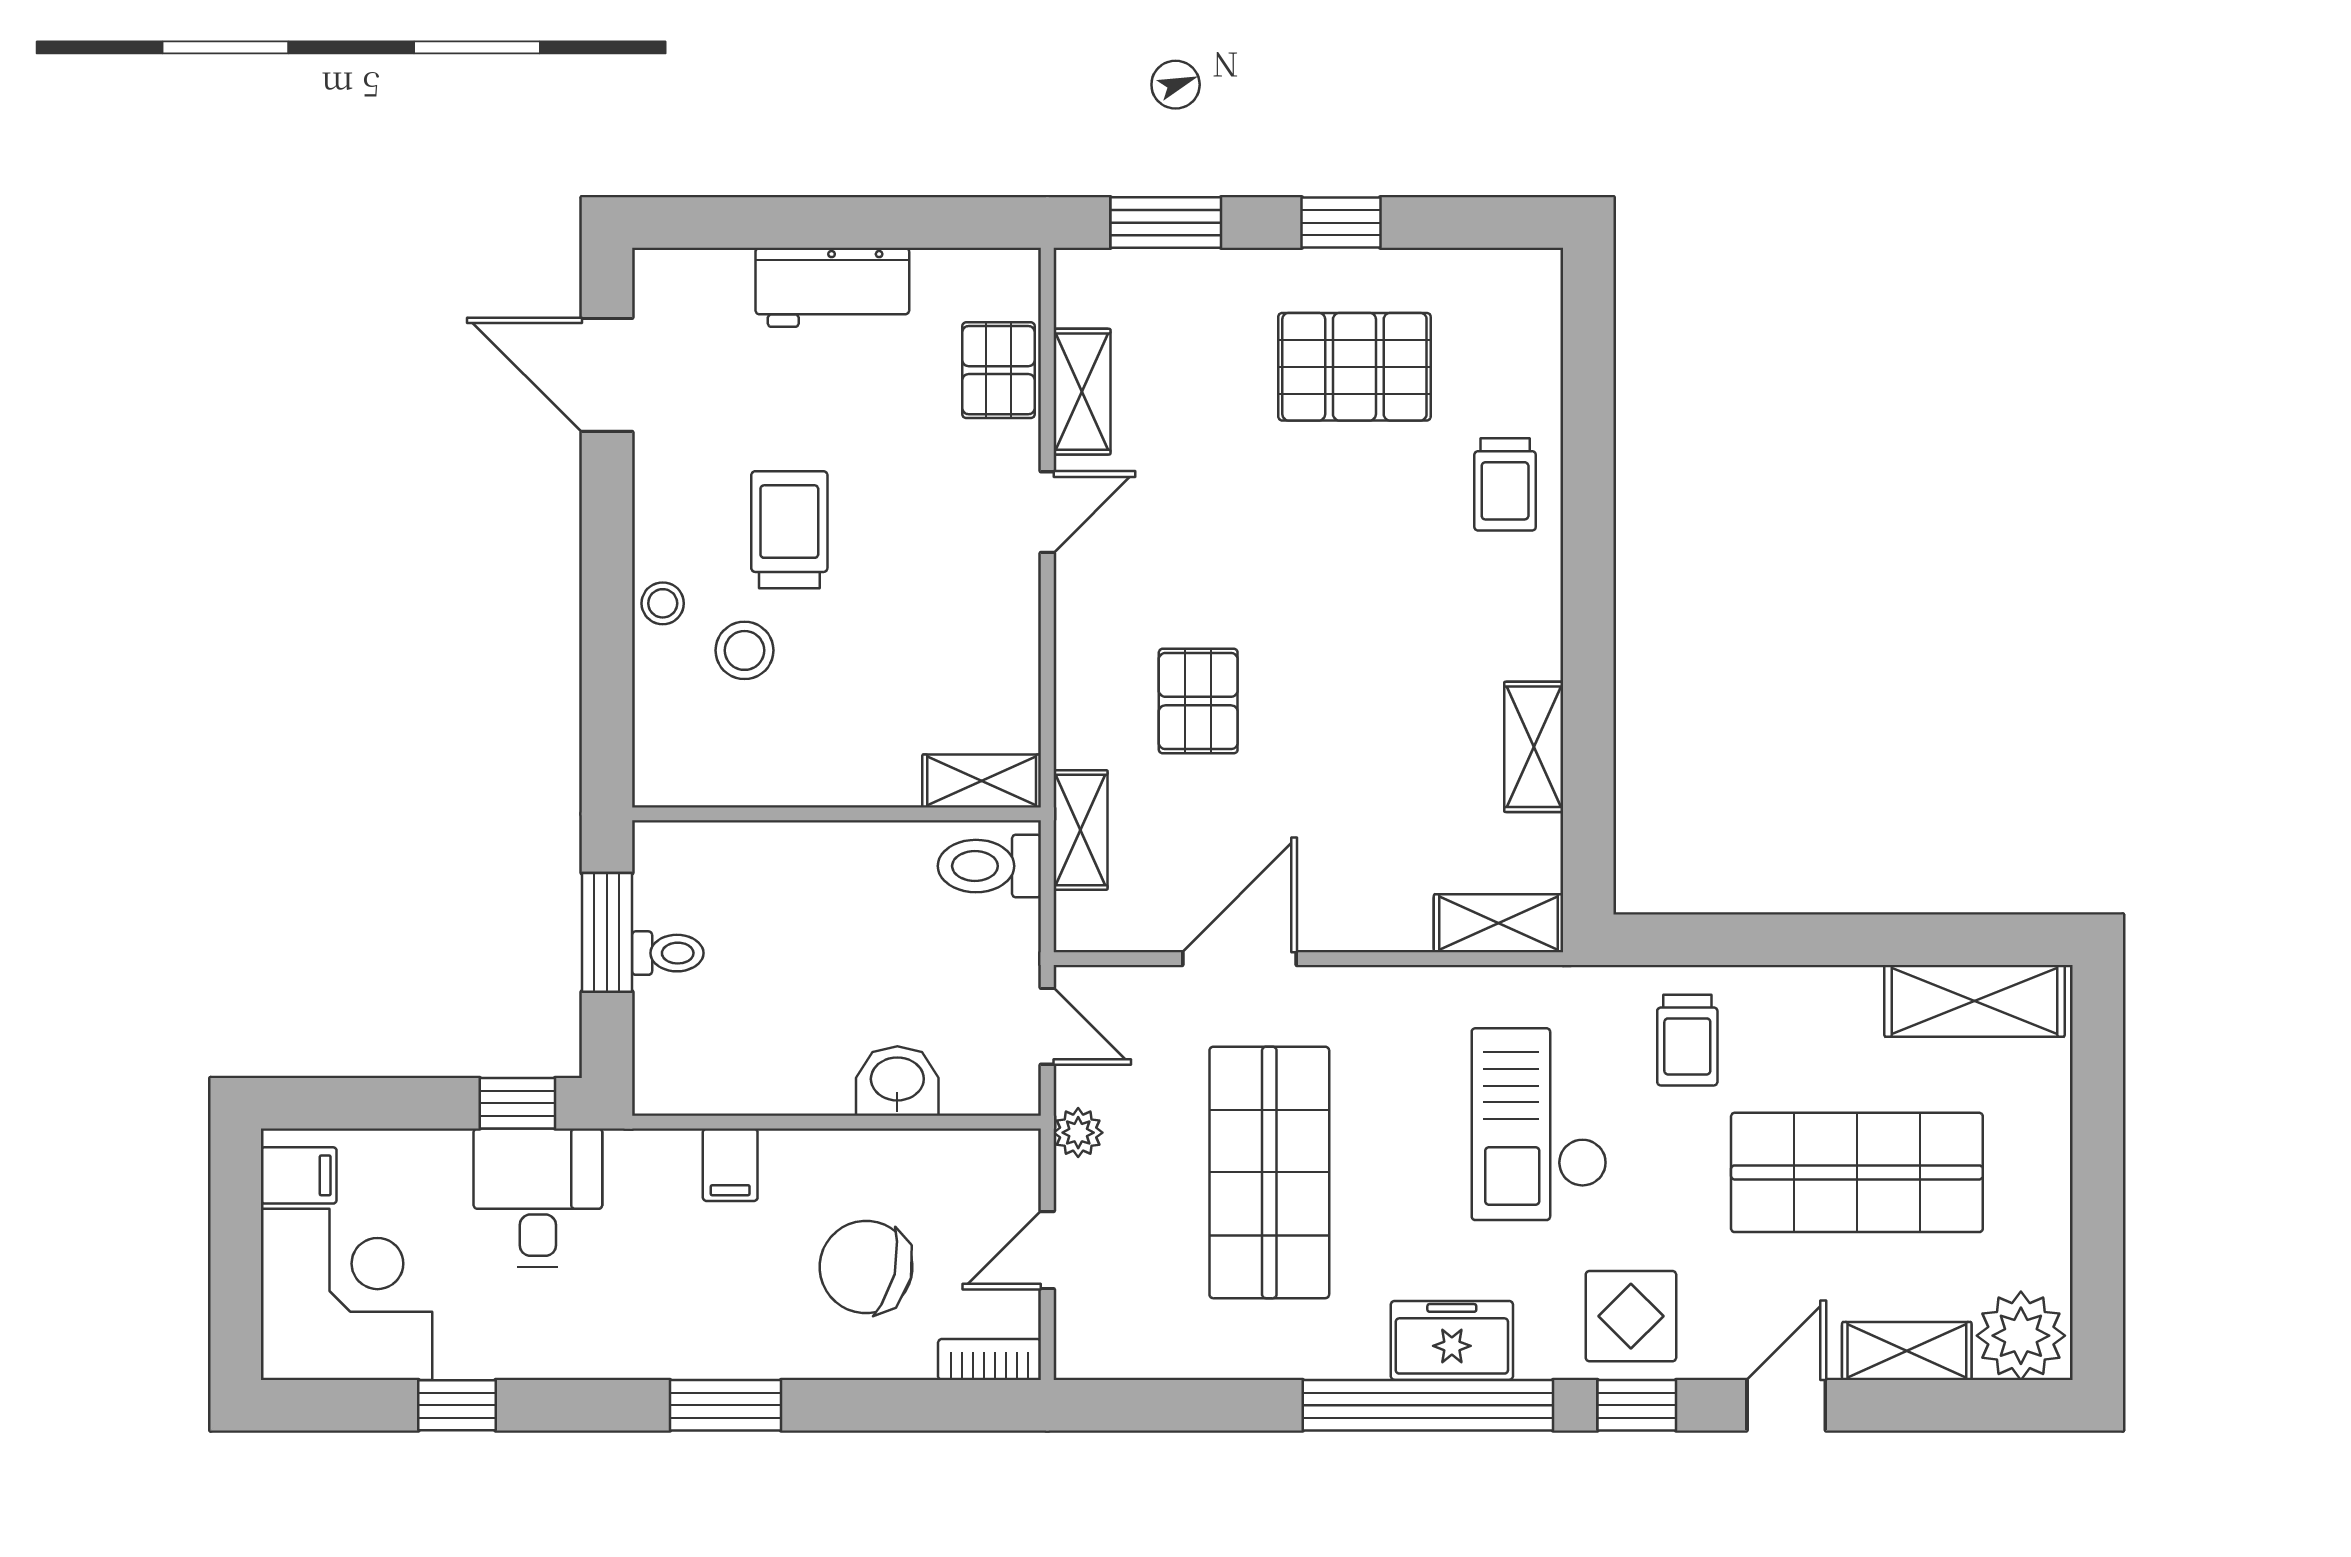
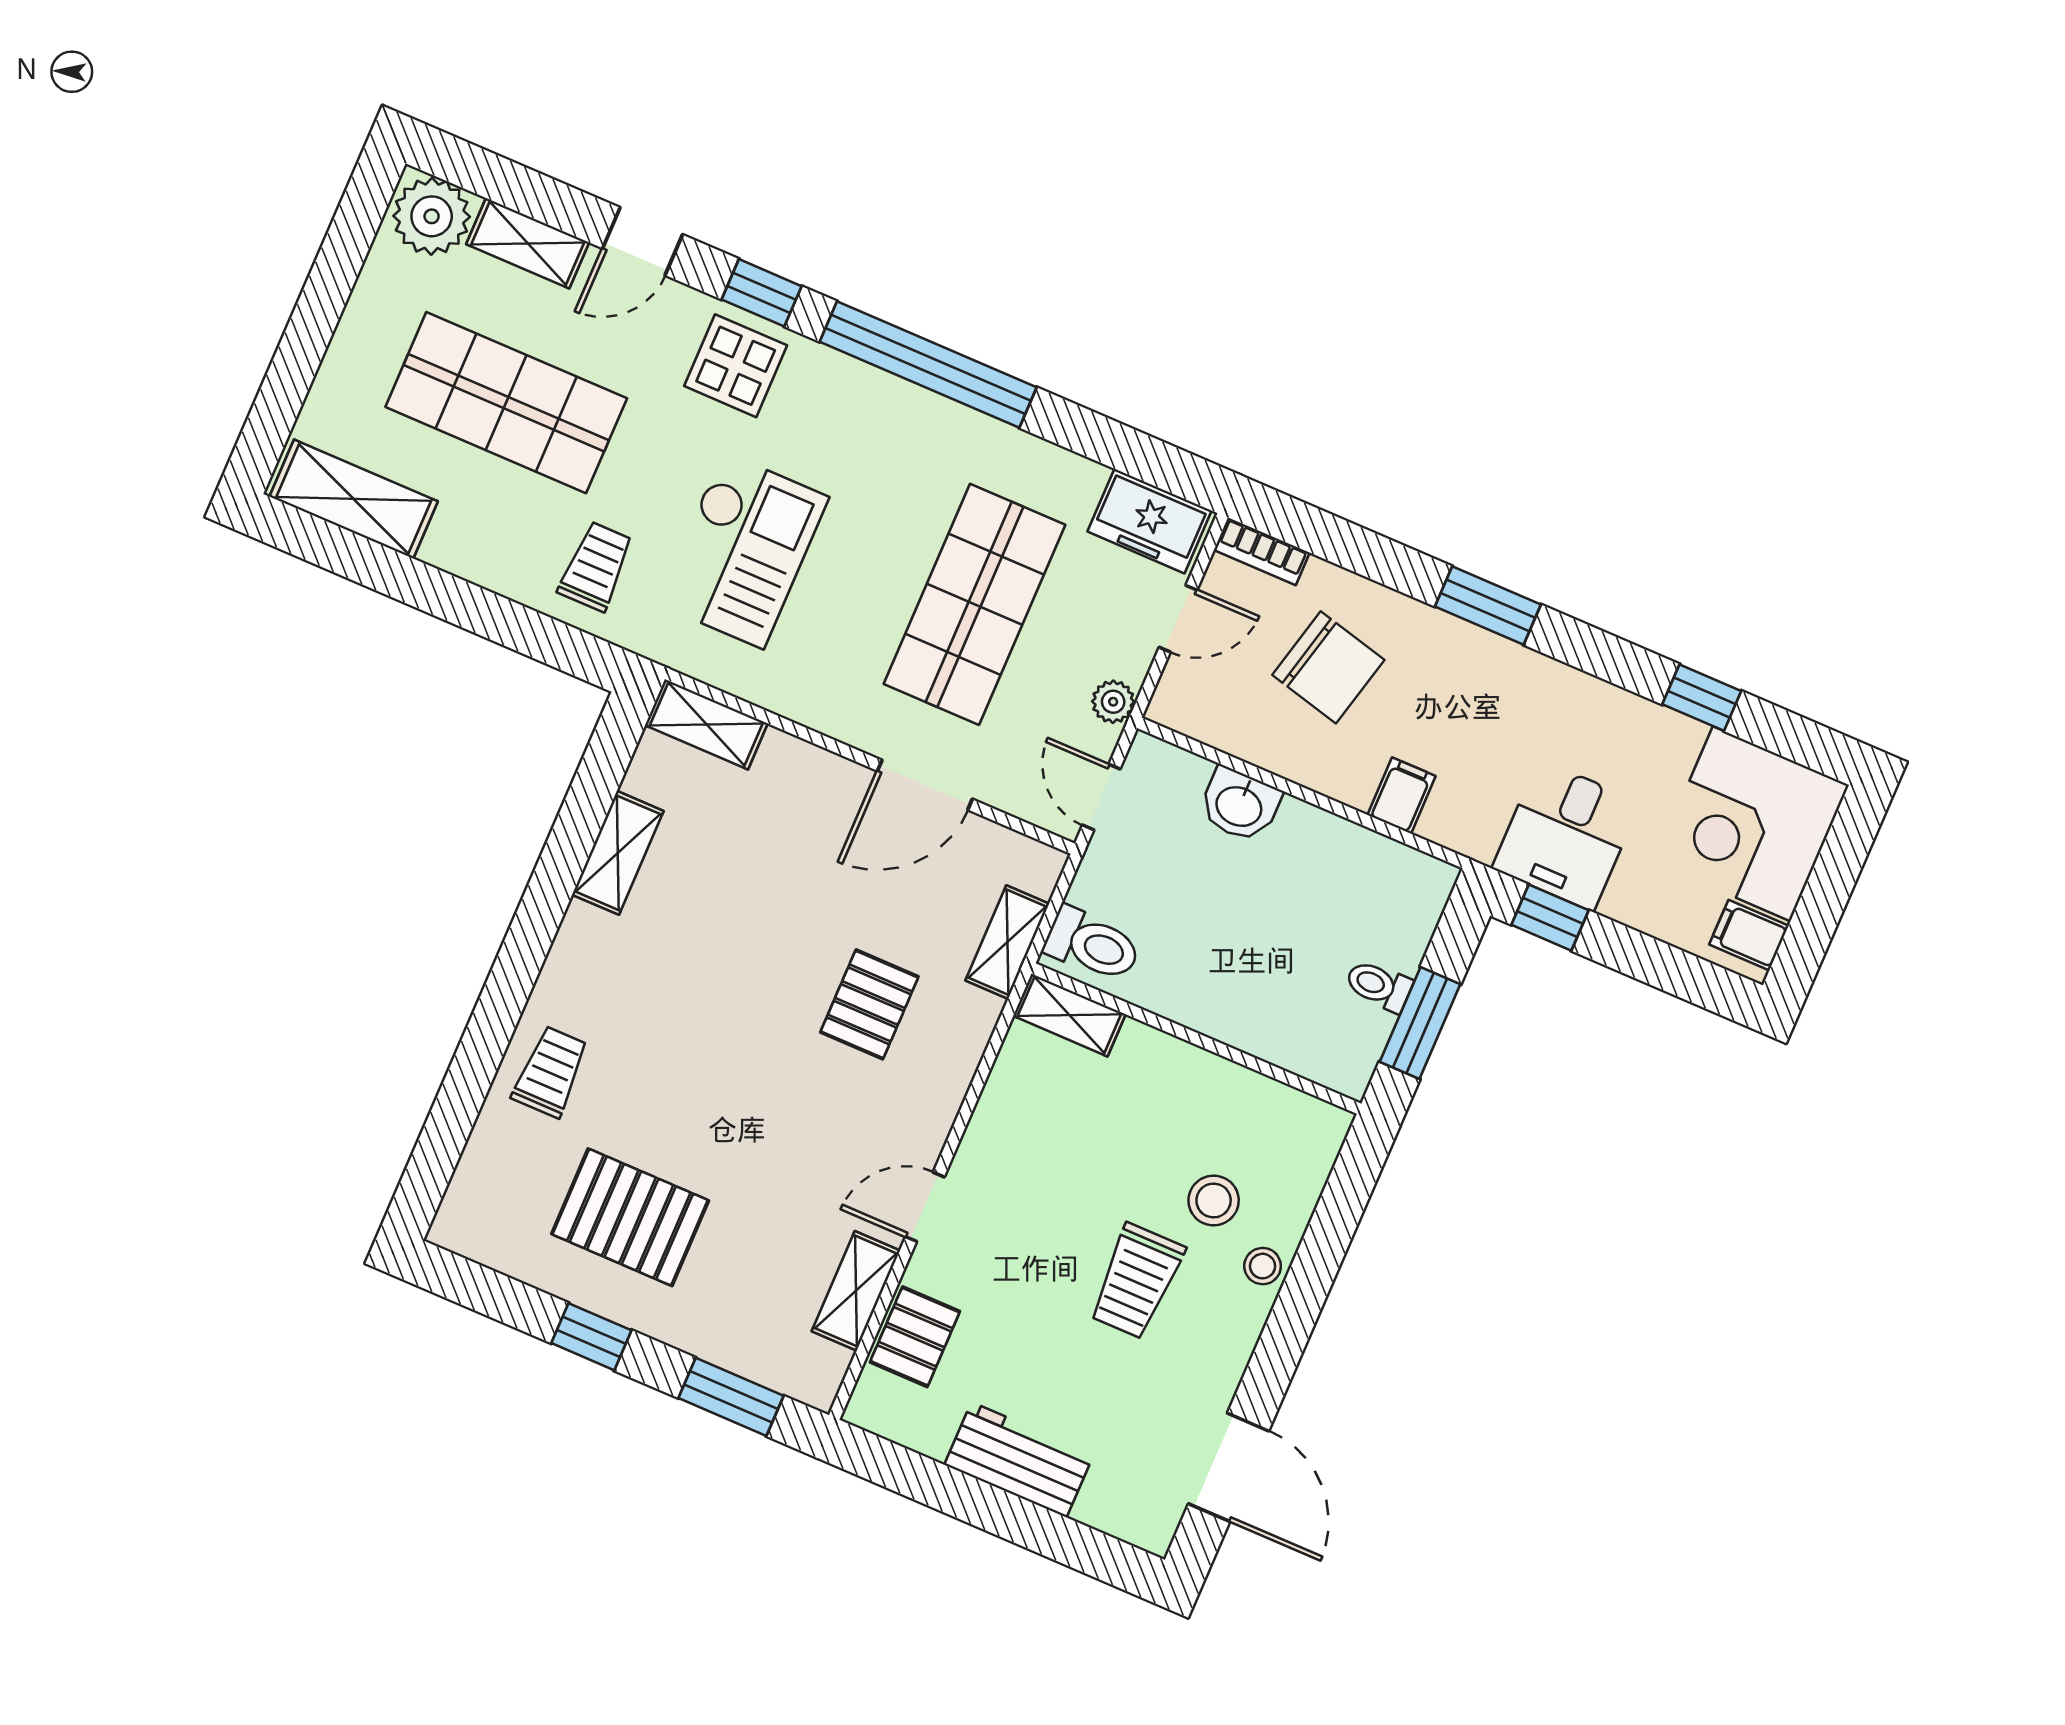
freezer: (1452, 1340) -> (1150, 521), moved

